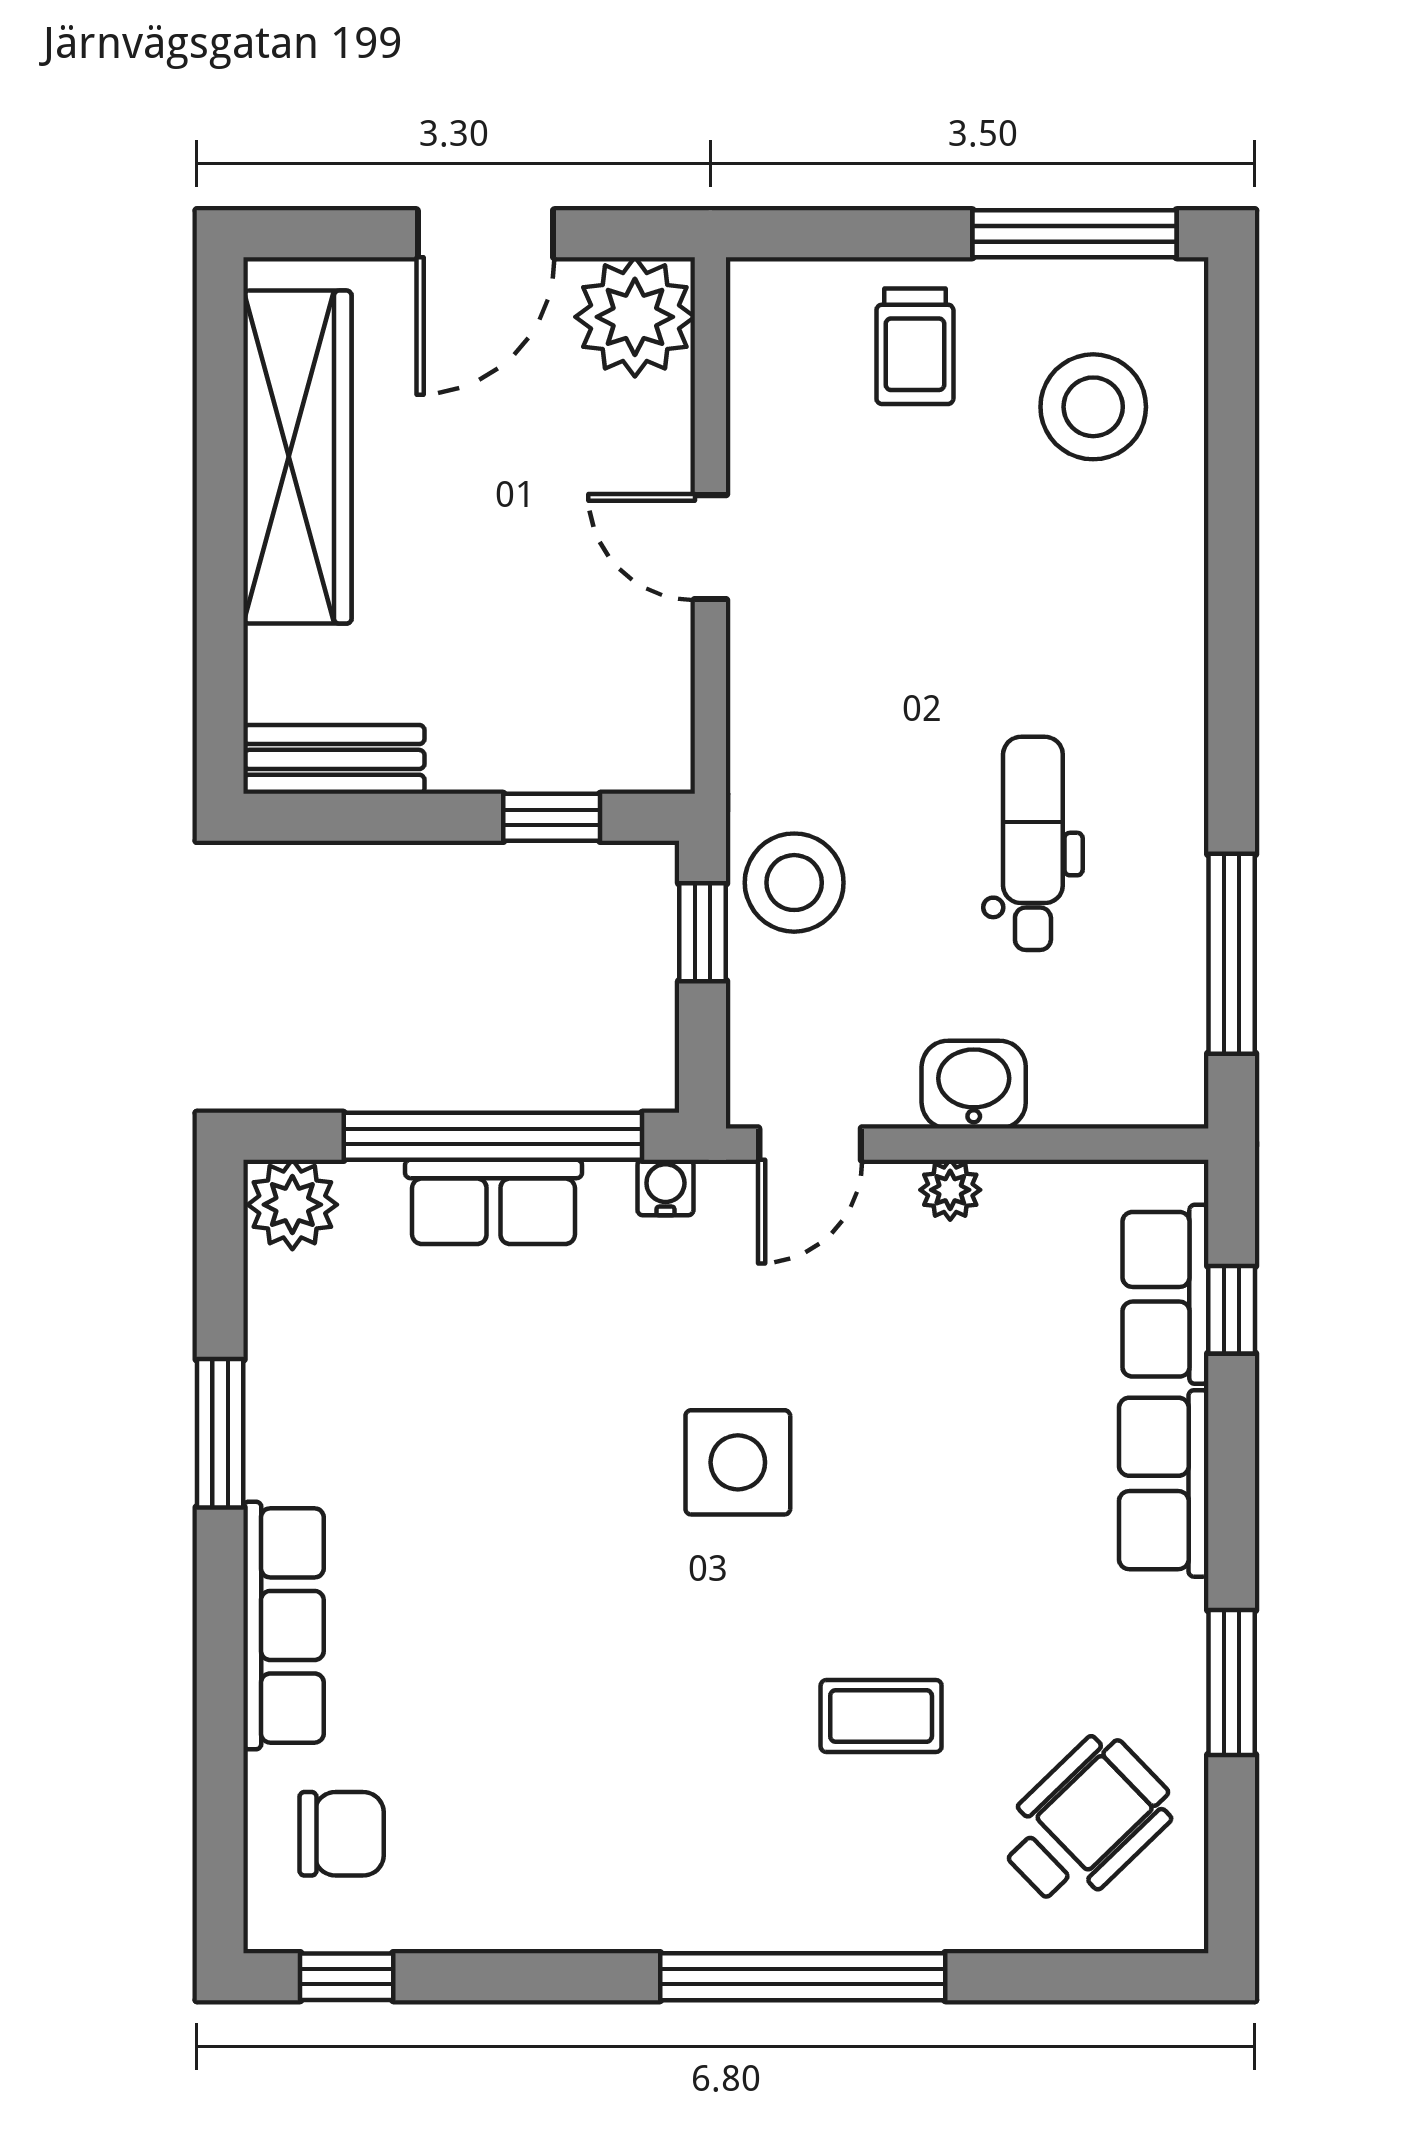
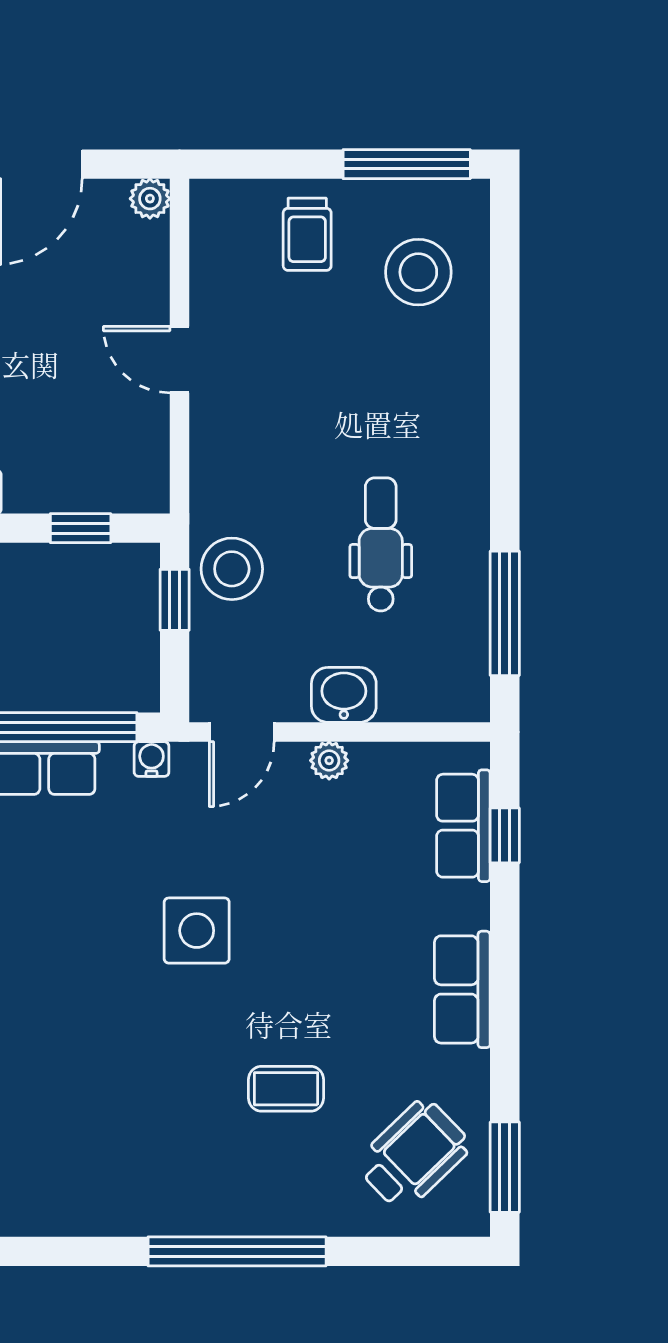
plant: (635, 317) -> (150, 199), width x0.53, depth x0.53
row of seats: (1164, 1483) -> (462, 989), moved
window: (1232, 1683) -> (505, 1167), moved

